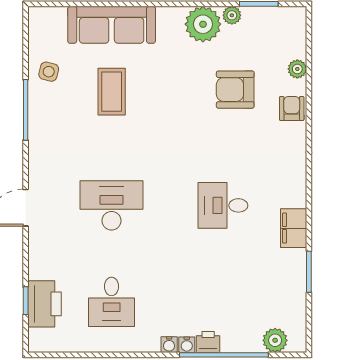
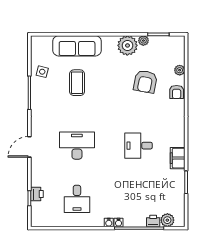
armchair: (235, 90) -> (145, 82), turned -79
armchair: (292, 108) -> (177, 92), turned 180
printer: (45, 304) -> (37, 194), width x0.53, depth x0.68
printer: (208, 342) -> (153, 221), moved

